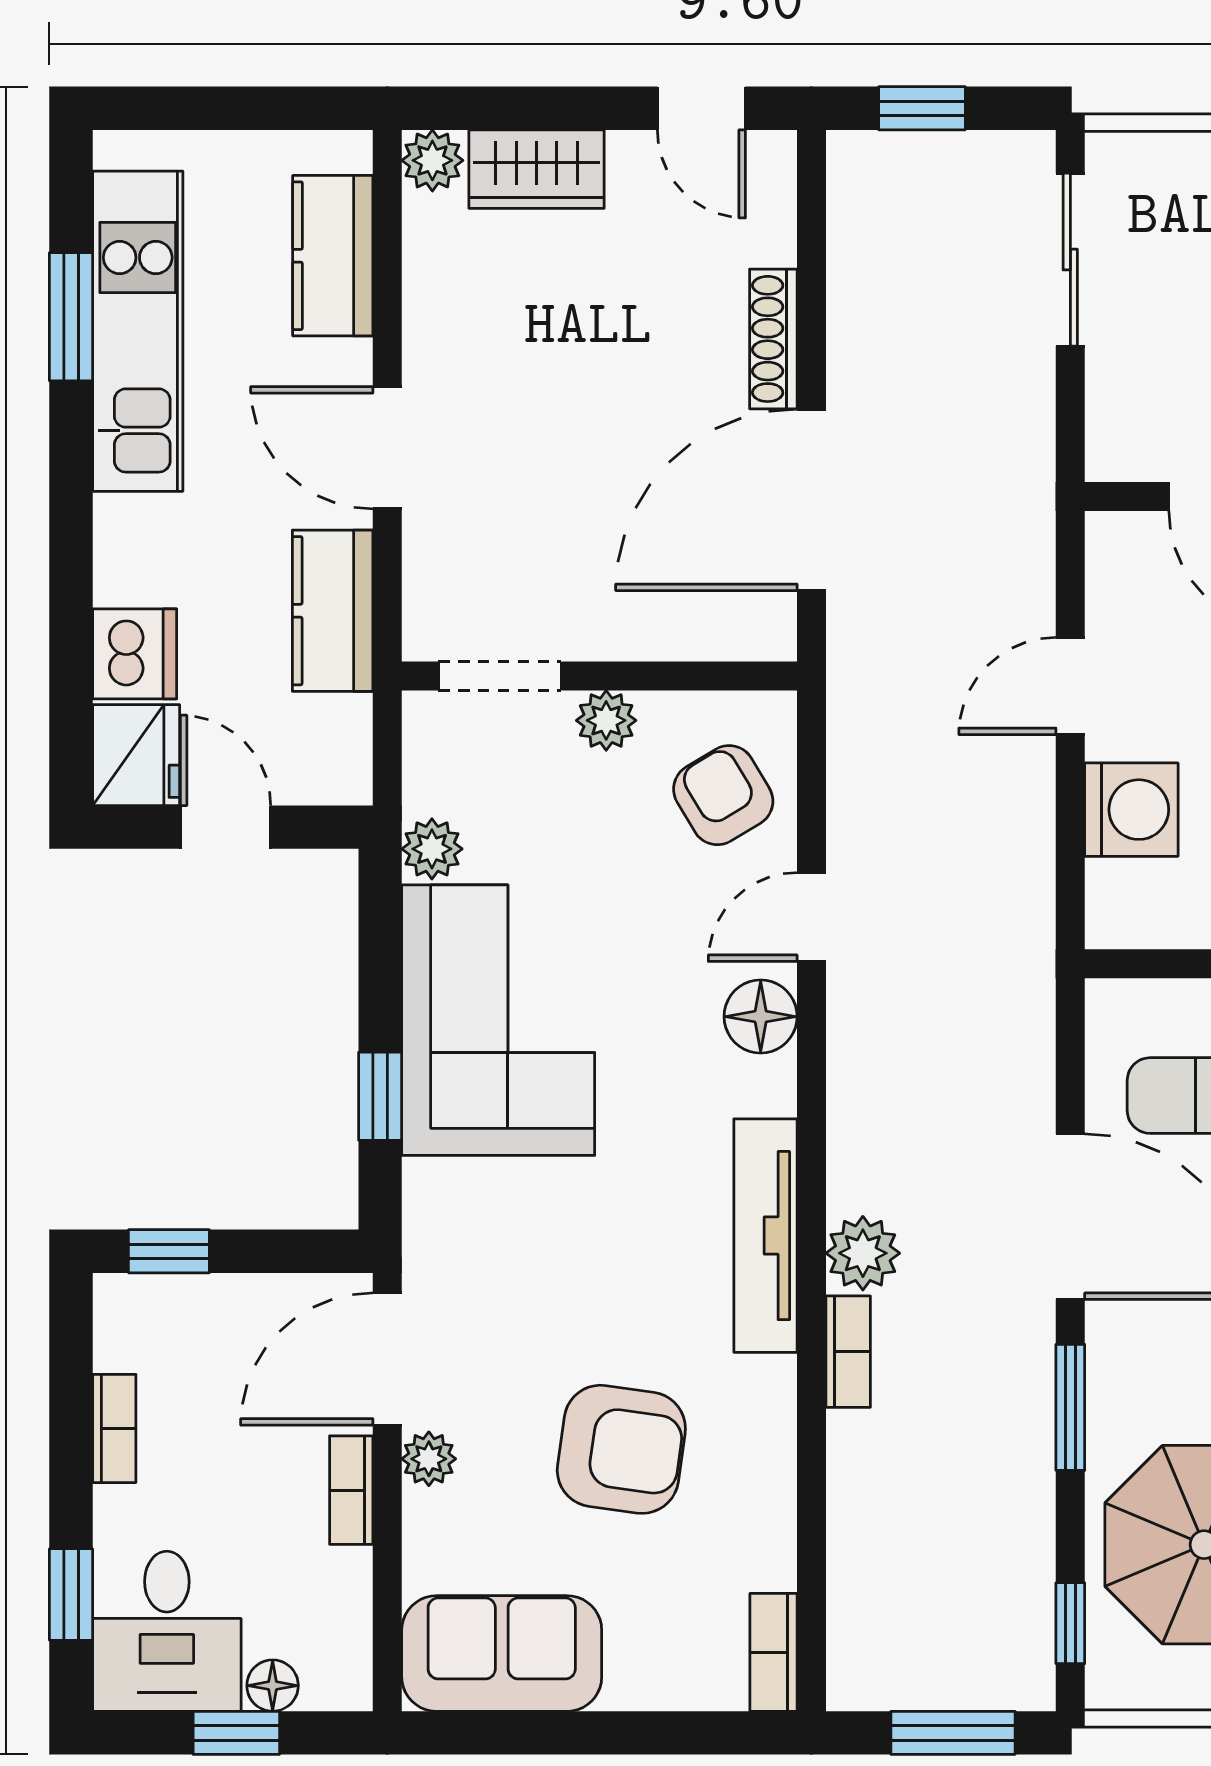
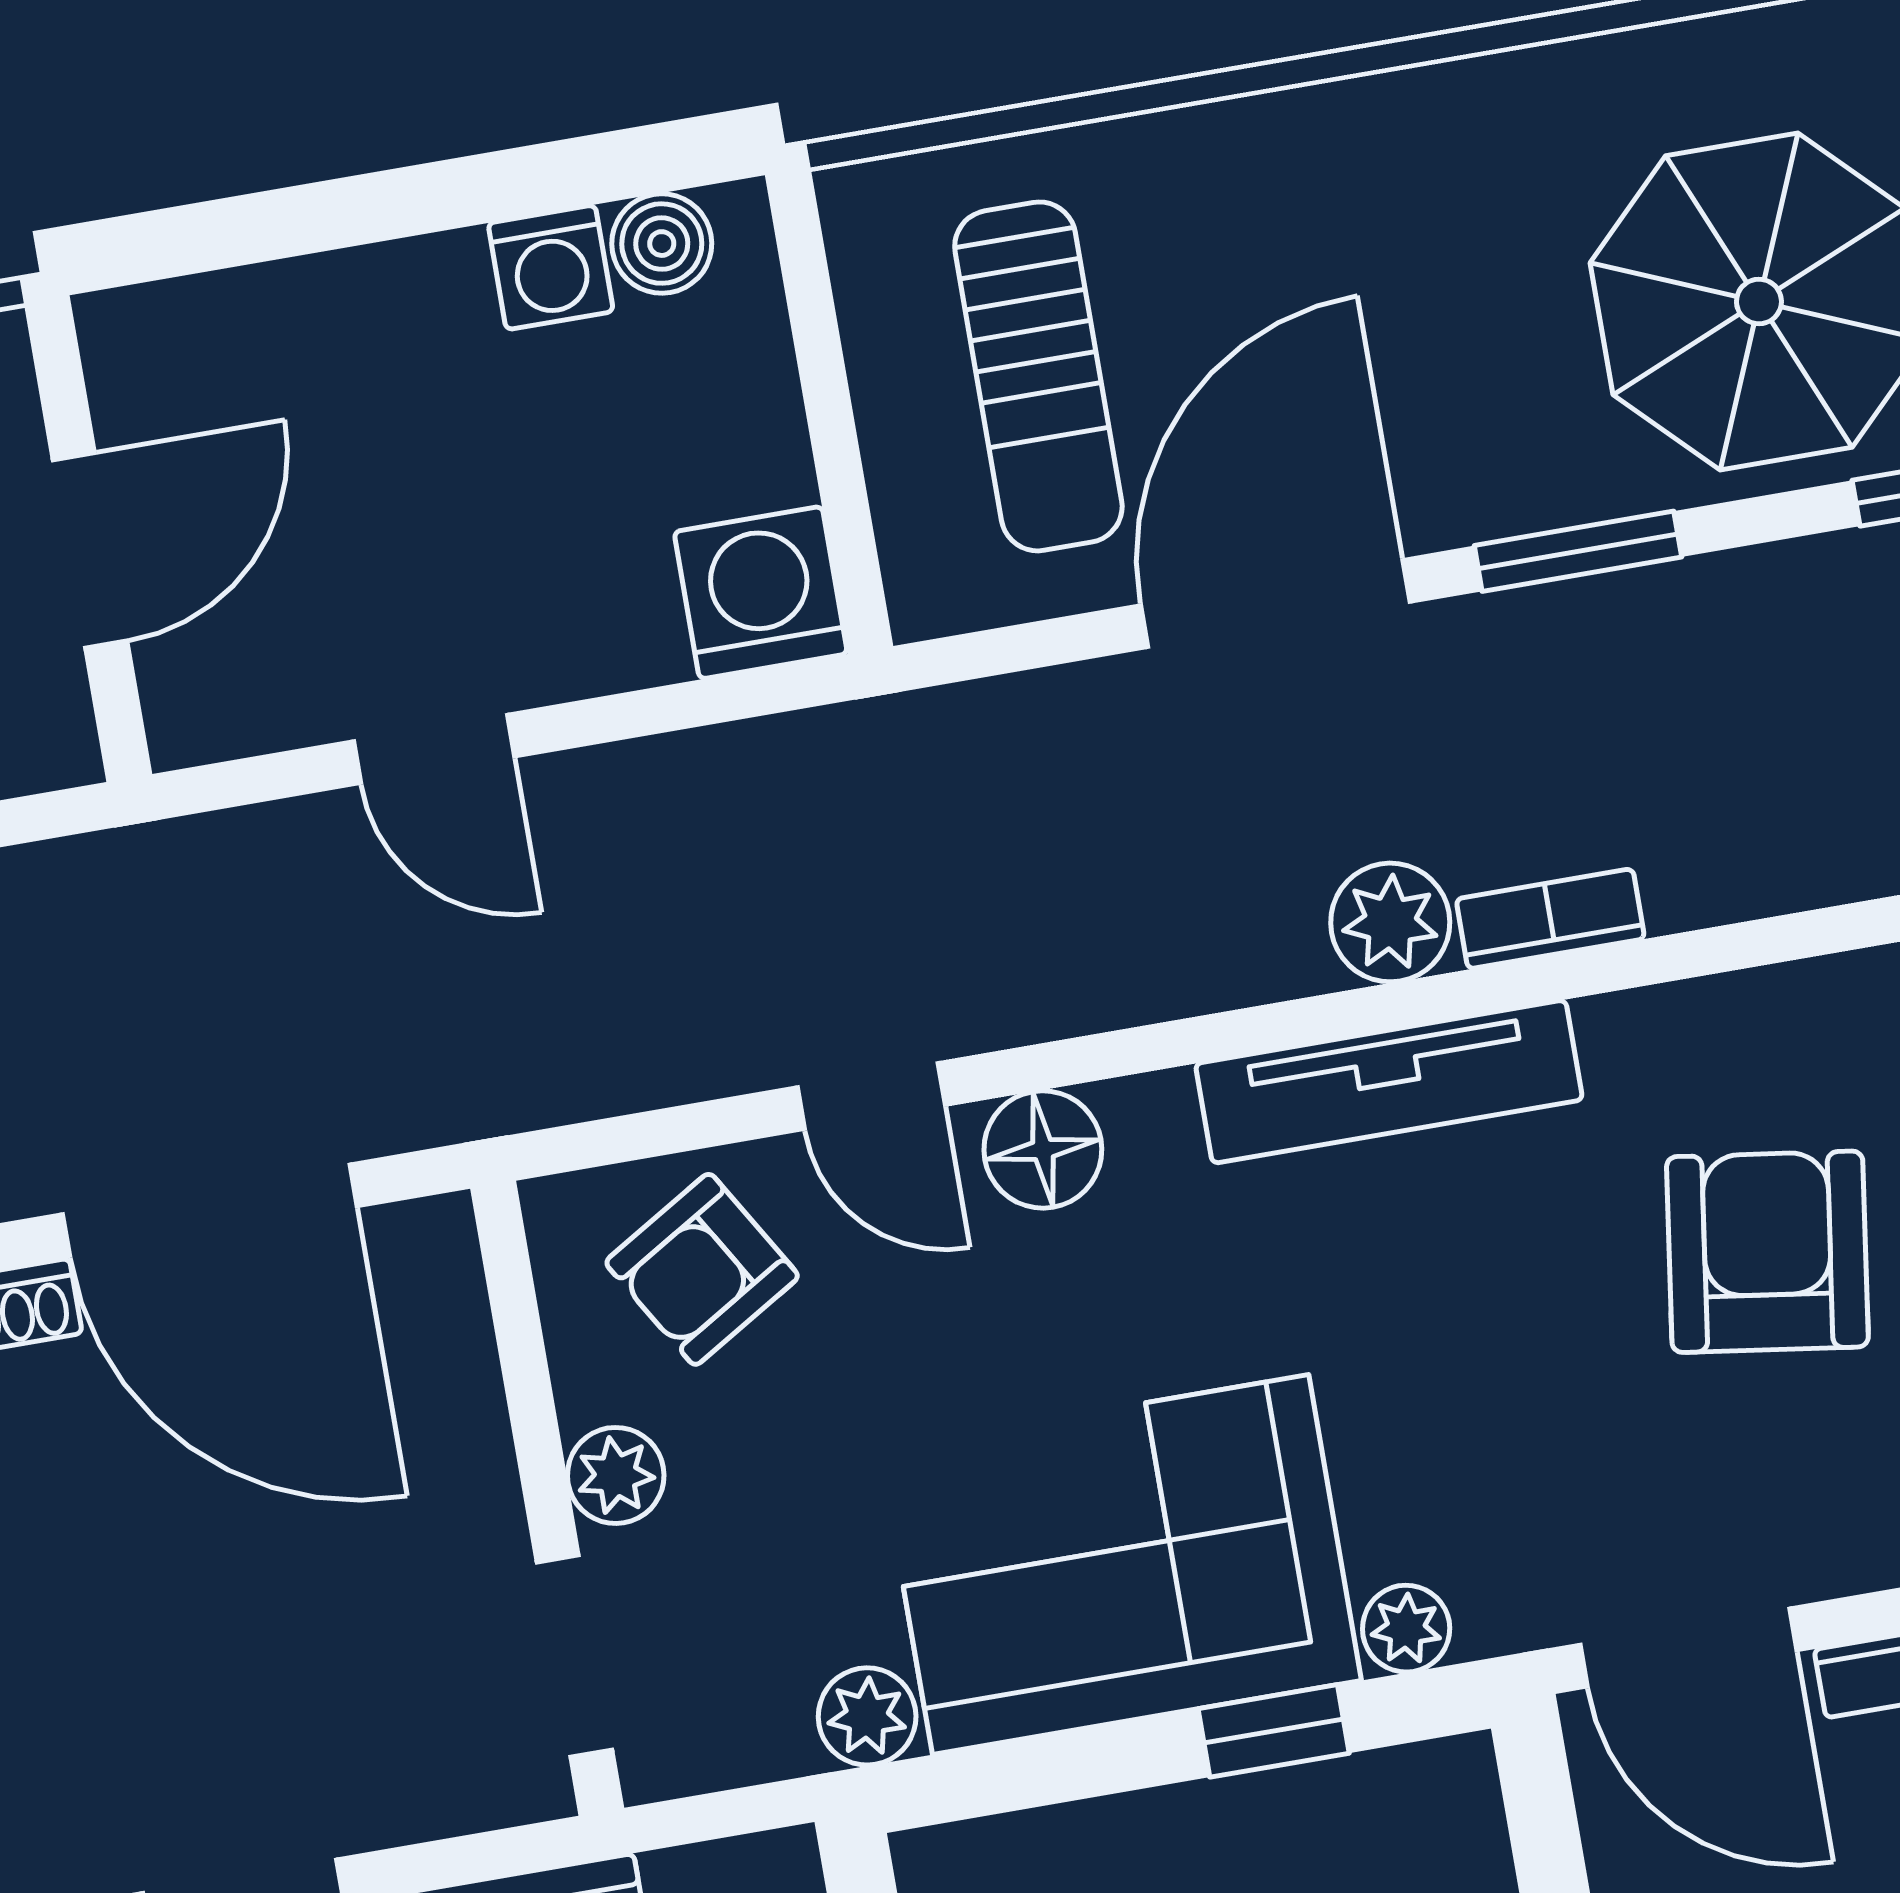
washing machine: (1131, 810) -> (761, 593), moved
plant: (429, 1459) -> (1406, 1629), moved

